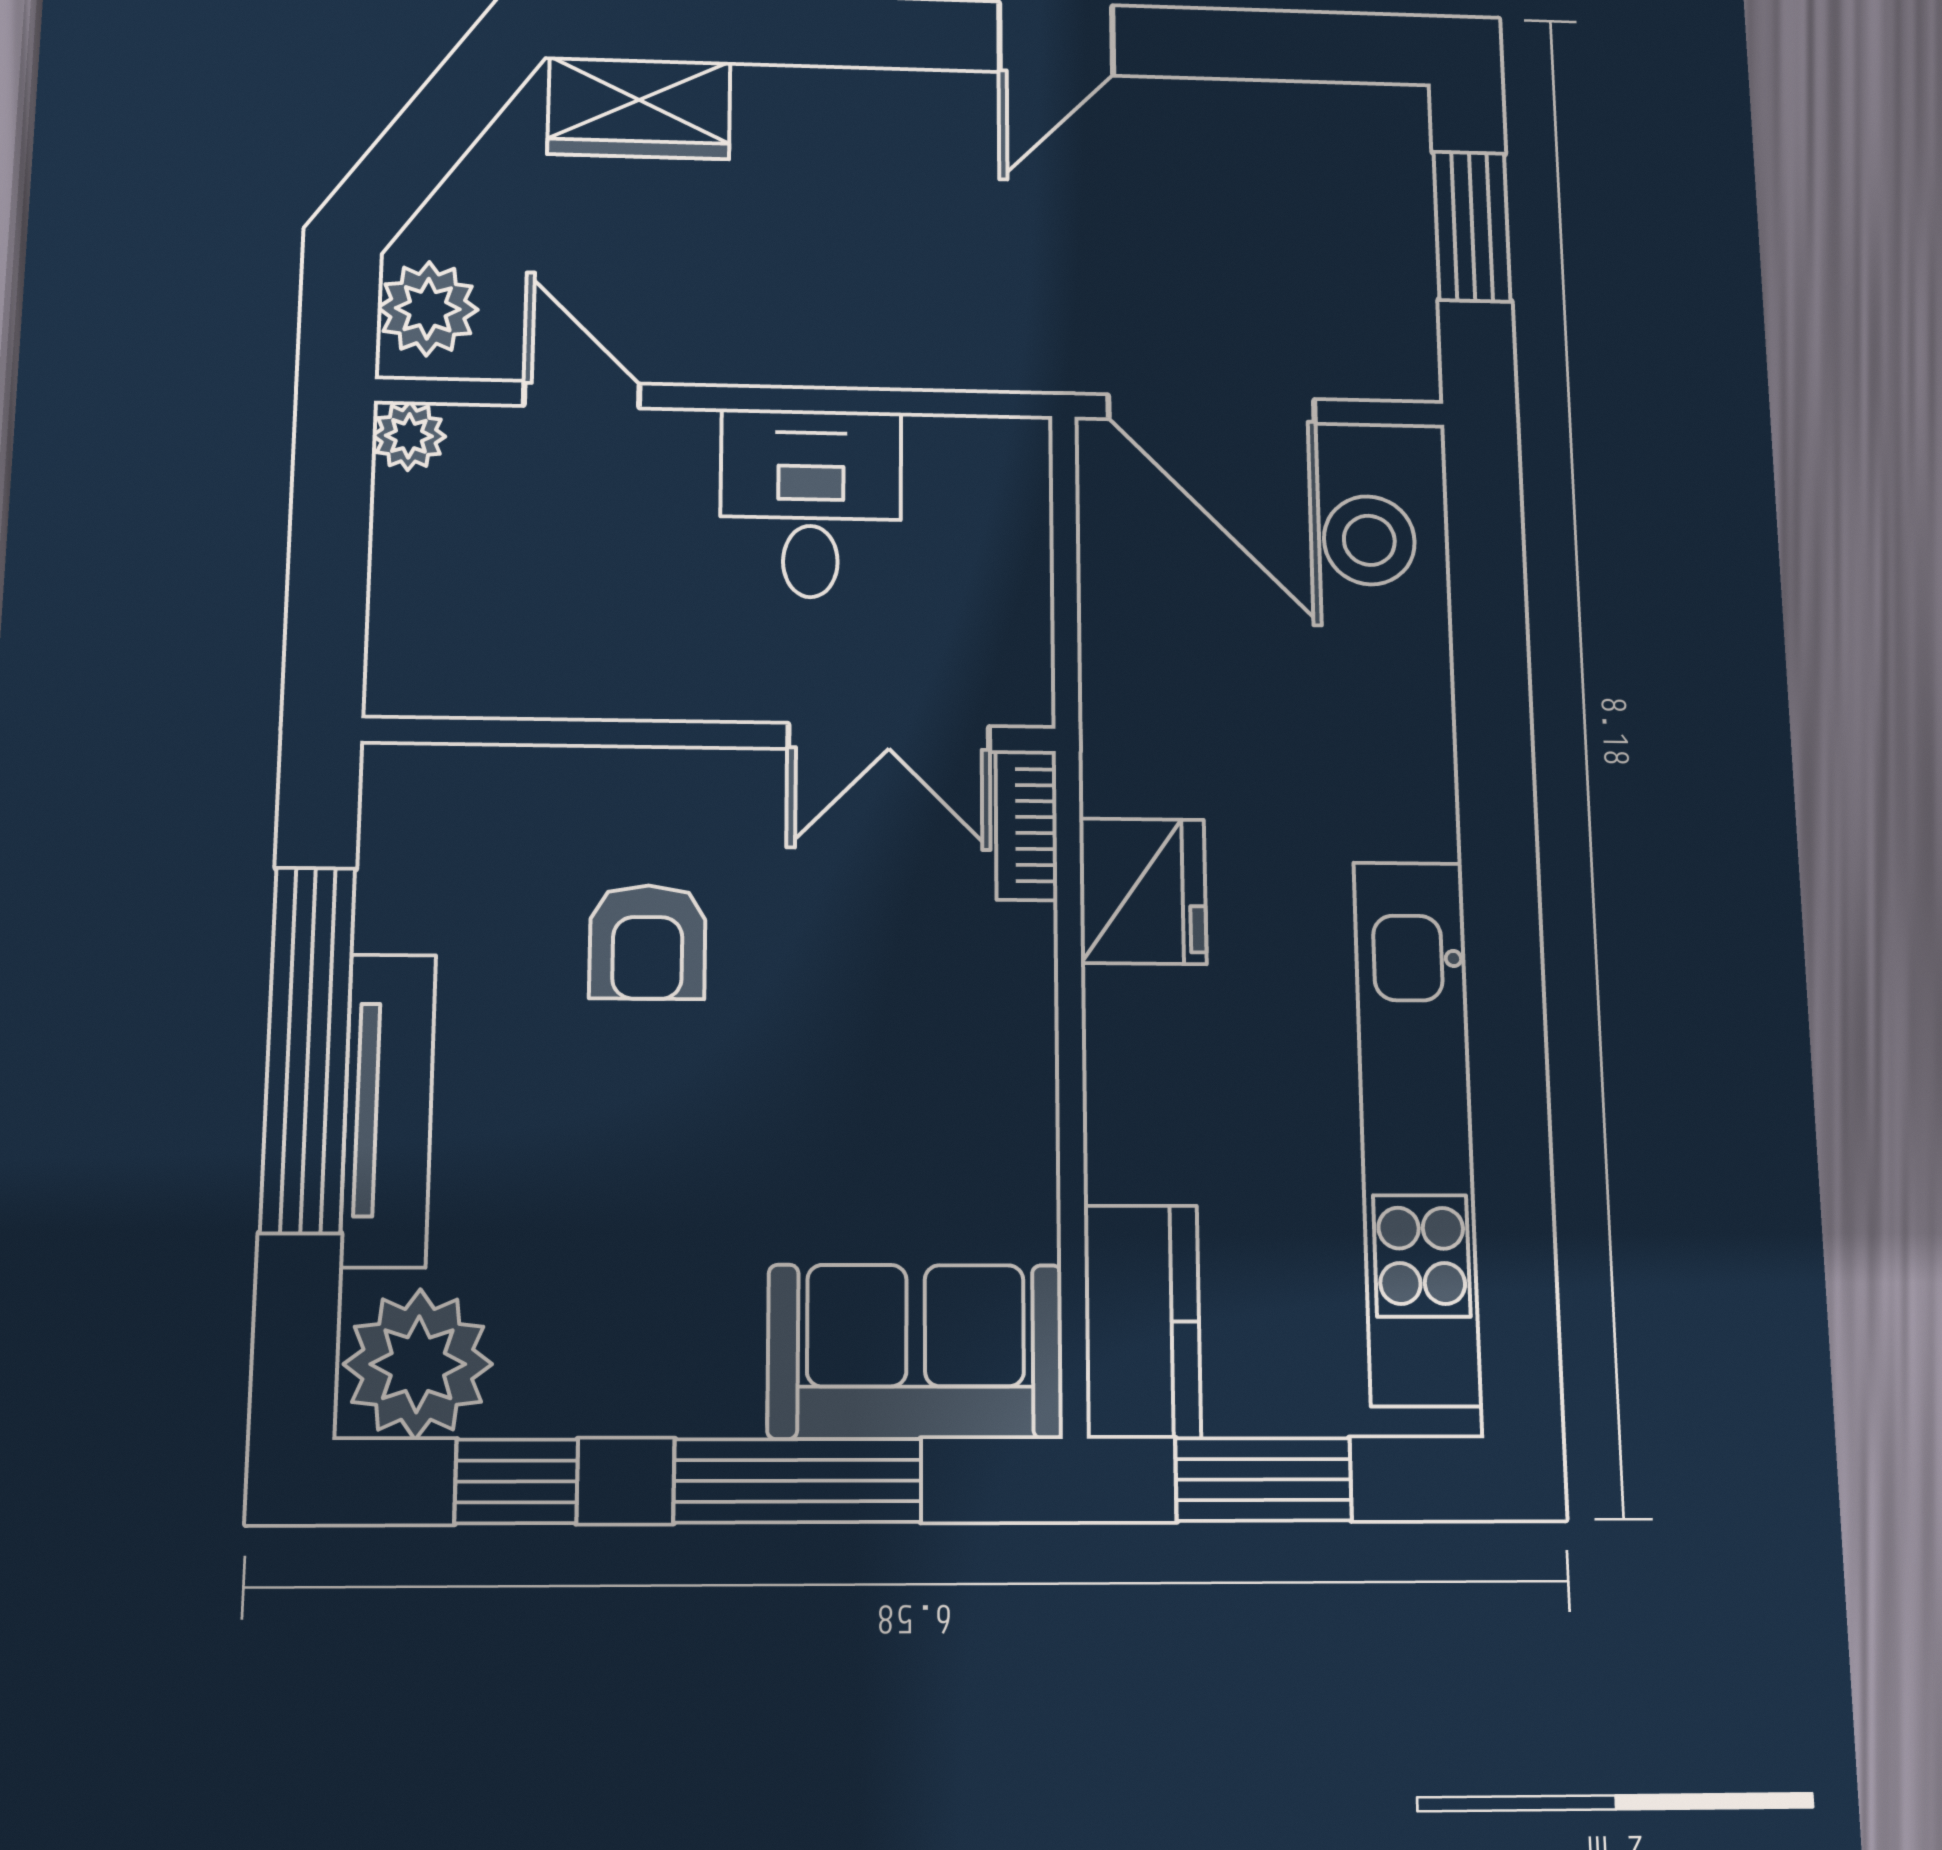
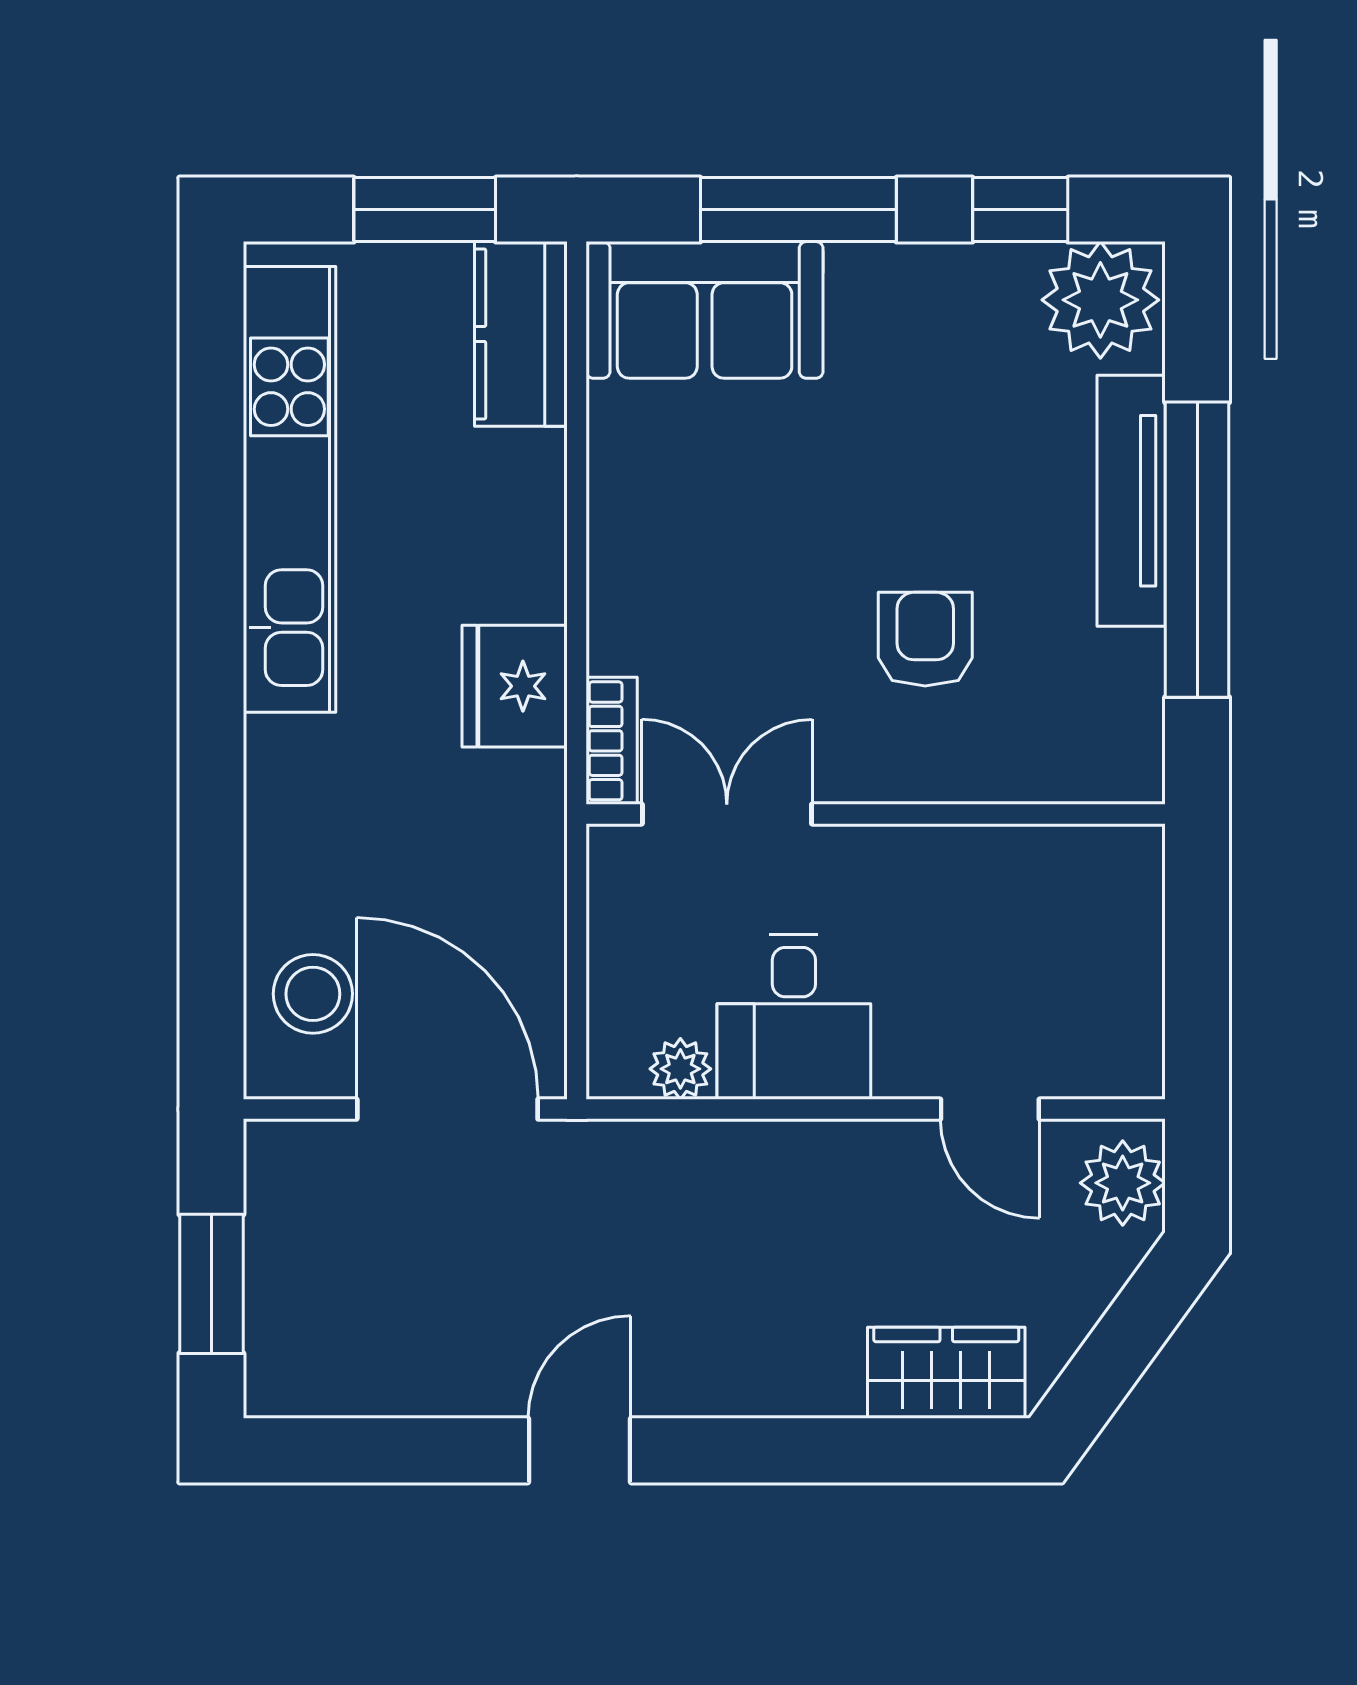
plant: (409, 436) -> (680, 1069), moved

